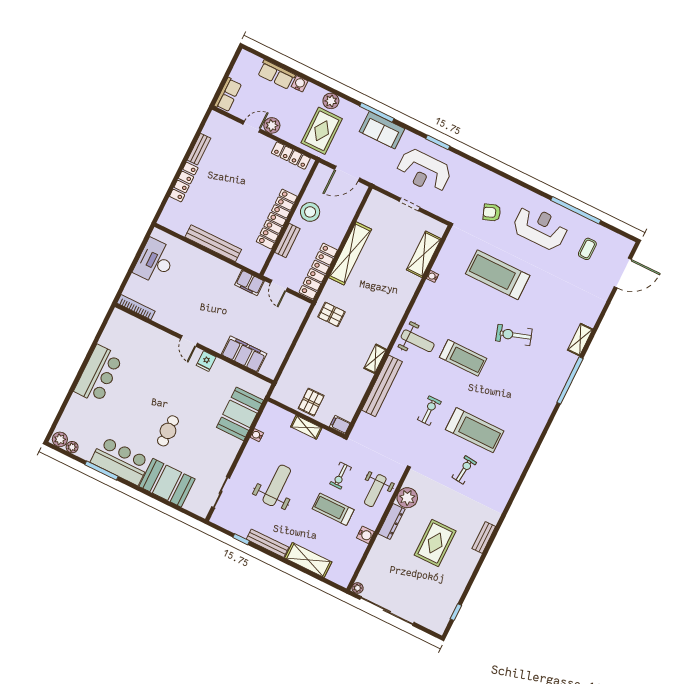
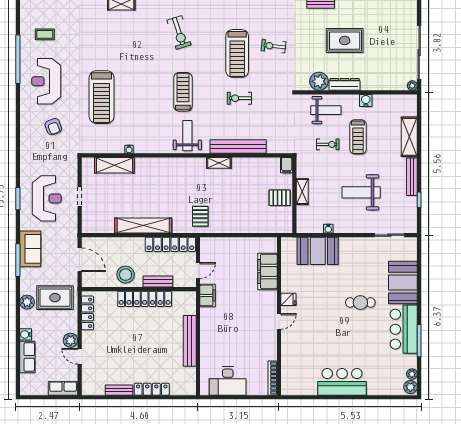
exercise bike: (514, 335) -> (179, 32), moved
treadmill: (475, 430) -> (237, 53), turned 180

